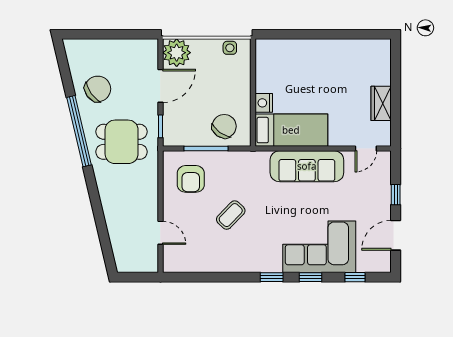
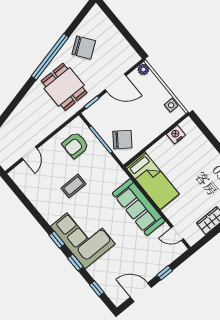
plant: (177, 53) -> (143, 69), width x0.53, depth x0.53
nightstand: (264, 103) -> (176, 134), moved
coffee table: (231, 215) -> (74, 186), turned -44
corner sofa: (319, 247) -> (83, 235), moved

